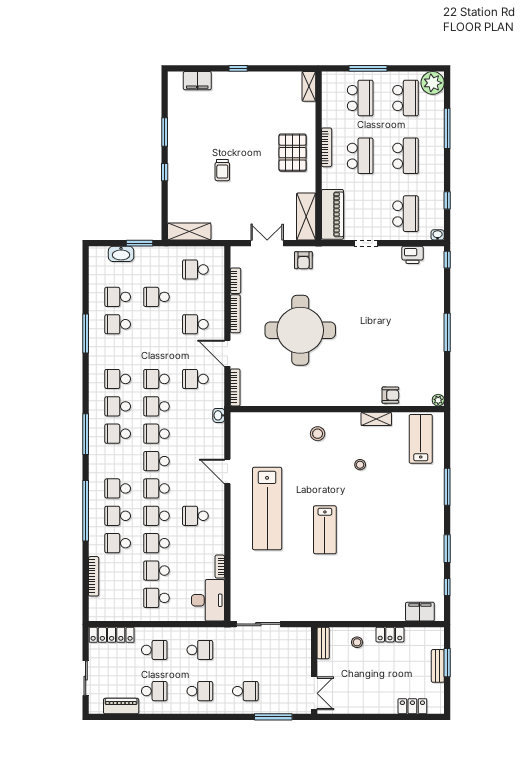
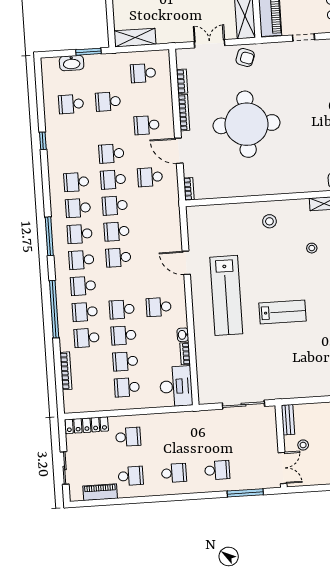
armchair: (303, 260) -> (245, 58), turned -70
school desk: (118, 324) -> (111, 154), moved
window: (86, 333) -> (43, 141), width x0.46
bookcase: (235, 387) -> (189, 189), width x0.64
washbasin: (219, 415) -> (183, 335), moved
school desk: (156, 488) -> (81, 260), moved
lab bench: (325, 530) -> (283, 312), turned -90
sliding door: (258, 624) -> (243, 405), moved
stool: (357, 642) -> (303, 445), moved
school desk: (200, 650) -> (171, 434), removed

